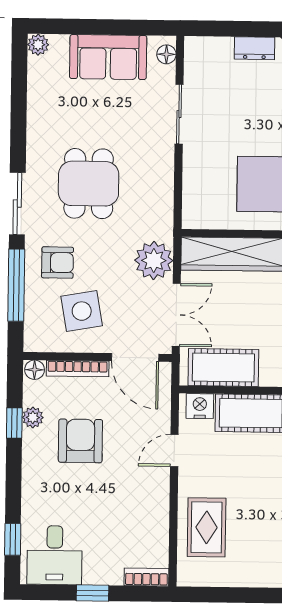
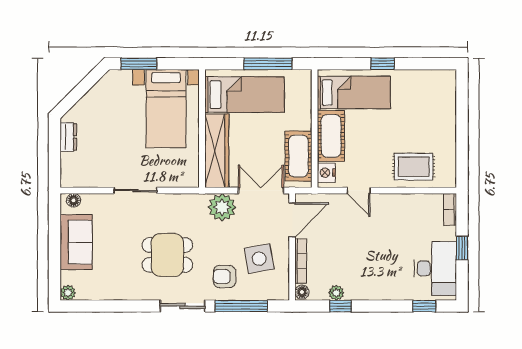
sliding door: (179, 114) -> (135, 191), moved
armchair: (58, 263) -> (225, 277), turned -90
armchair: (80, 441) -> (353, 258), removed
desk: (55, 555) -> (435, 268), width x1.37

